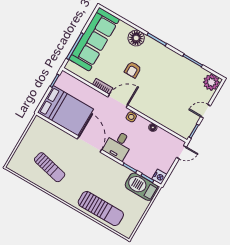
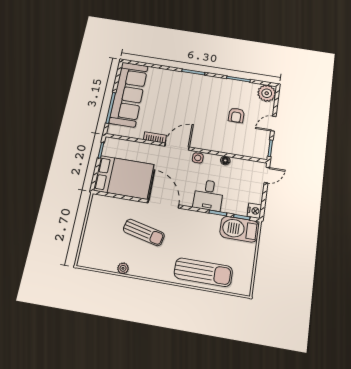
floor lamp: (136, 38) -> (172, 78), removed
armchair: (133, 70) -> (236, 115), moved
desk: (118, 145) -> (208, 195), moved
sun lounger: (50, 167) -> (144, 232), moved
plant: (41, 183) -> (123, 268), added

